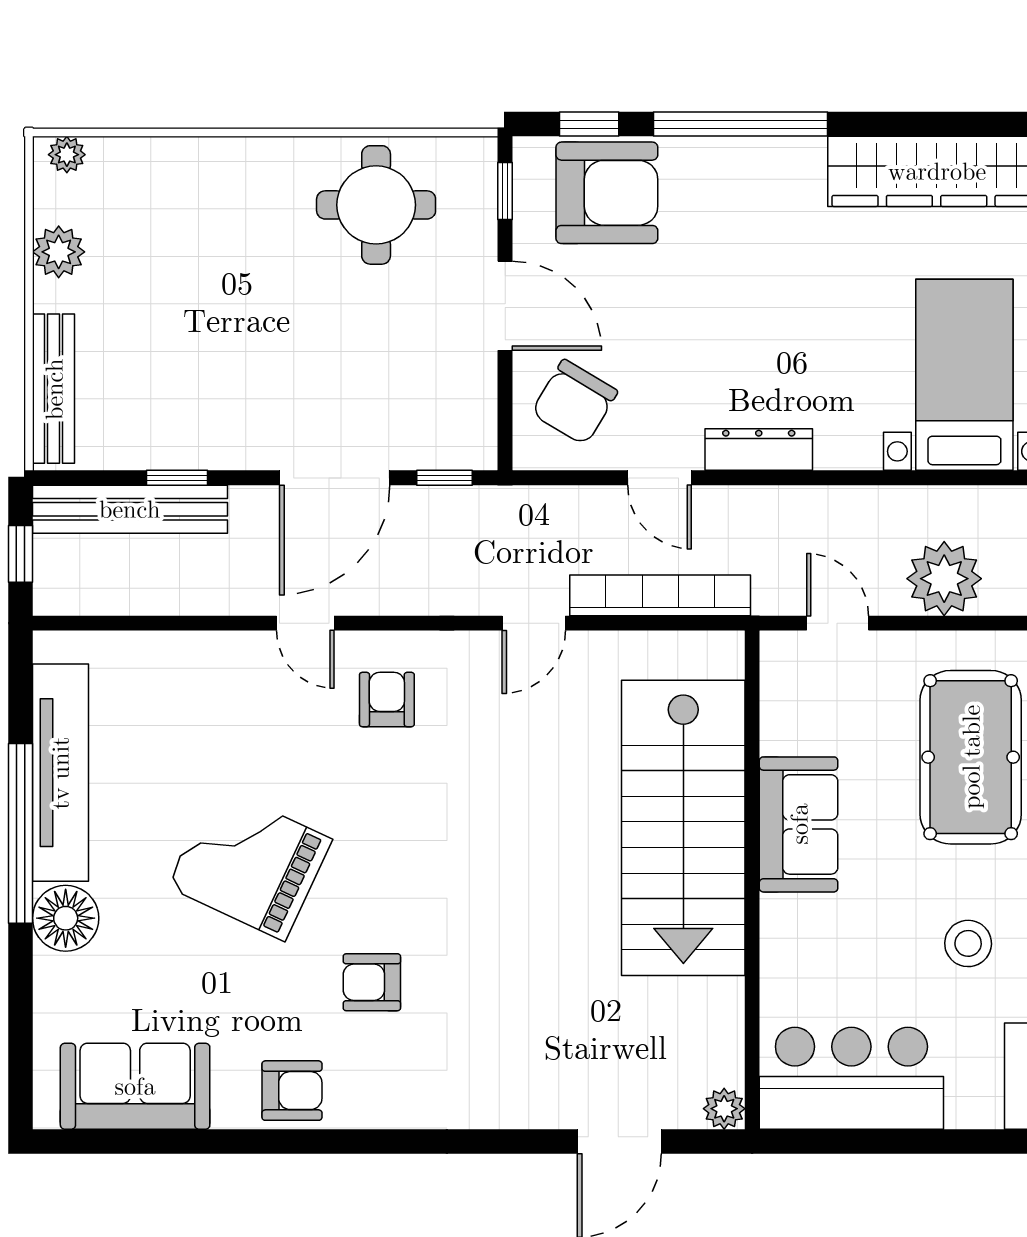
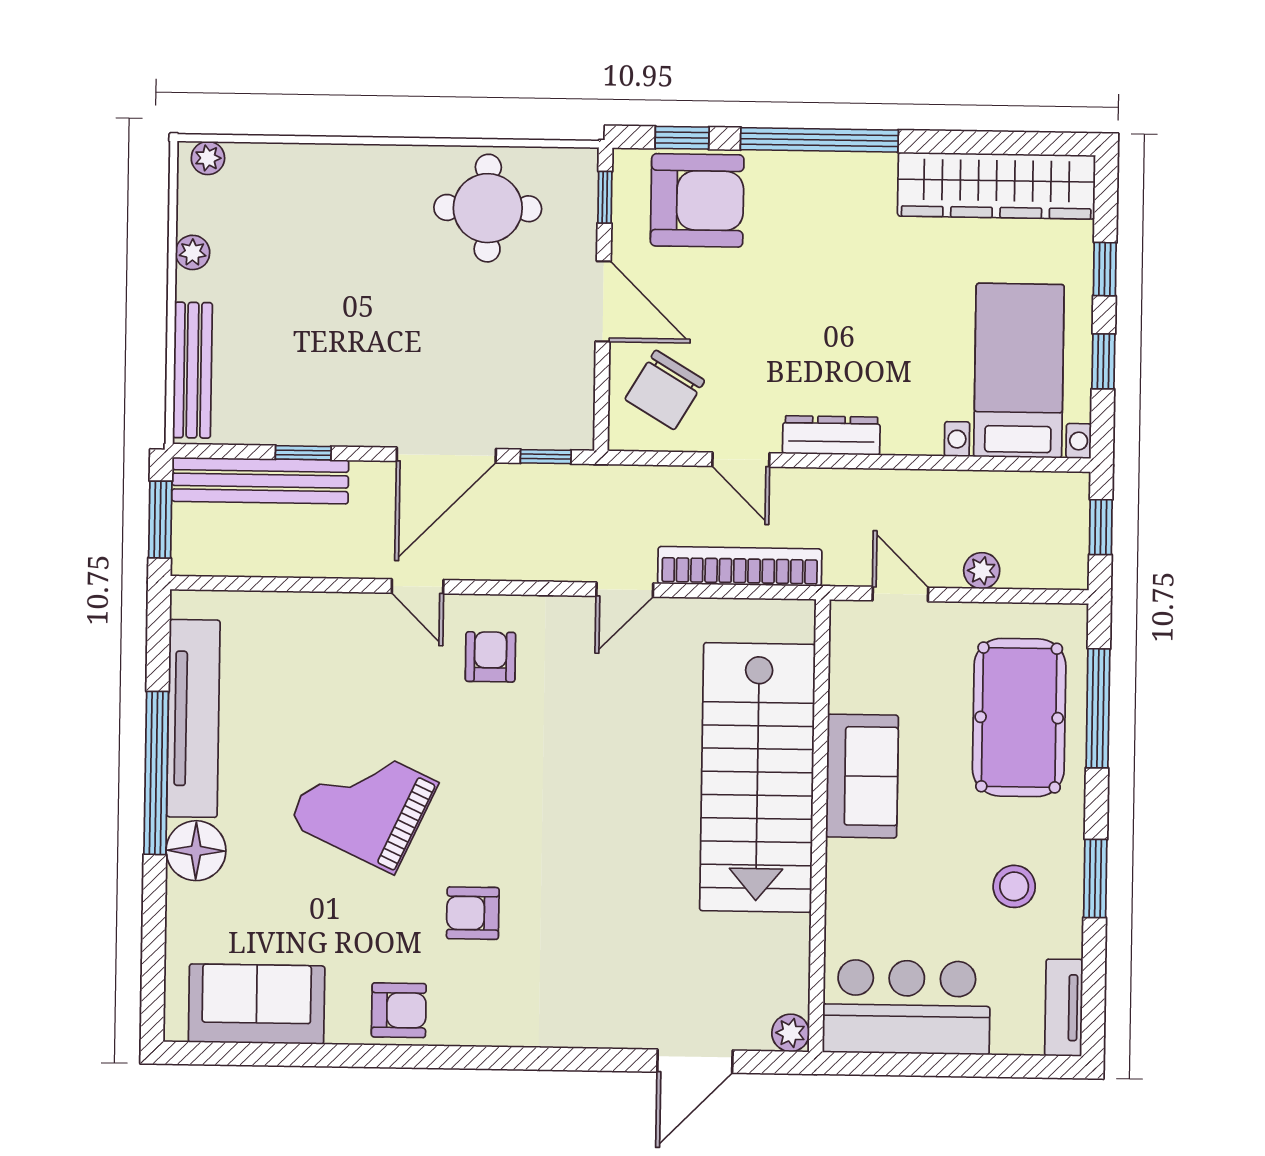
plant: (59, 252) -> (193, 252), width x0.73, depth x0.73
window: (21, 554) -> (160, 520), width x1.50
plant: (944, 579) -> (982, 571), width x0.53, depth x0.53

